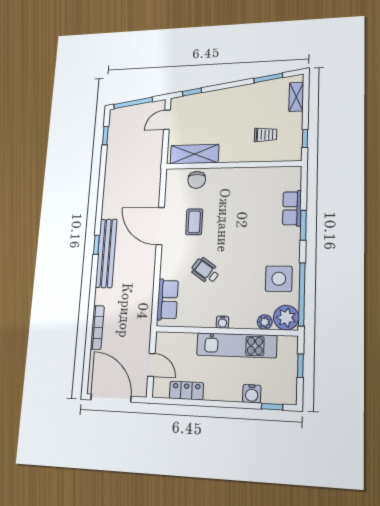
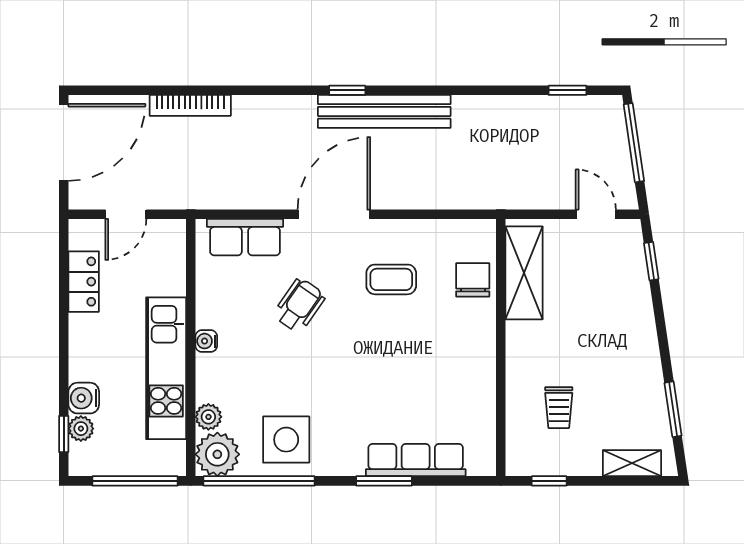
chair: (197, 180) -> (473, 280), turned 90
row of seats: (292, 208) -> (416, 460), width x1.48
door: (160, 226) -> (334, 214), moved
bench: (106, 253) -> (384, 111), moved
window: (300, 366) -> (135, 481), width x2.17
plant: (269, 396) -> (81, 429), added

